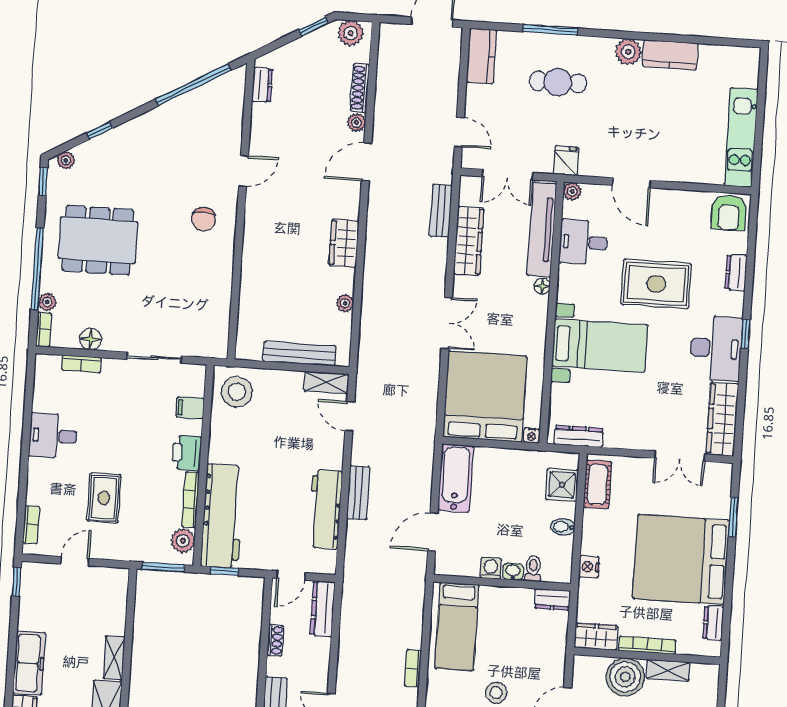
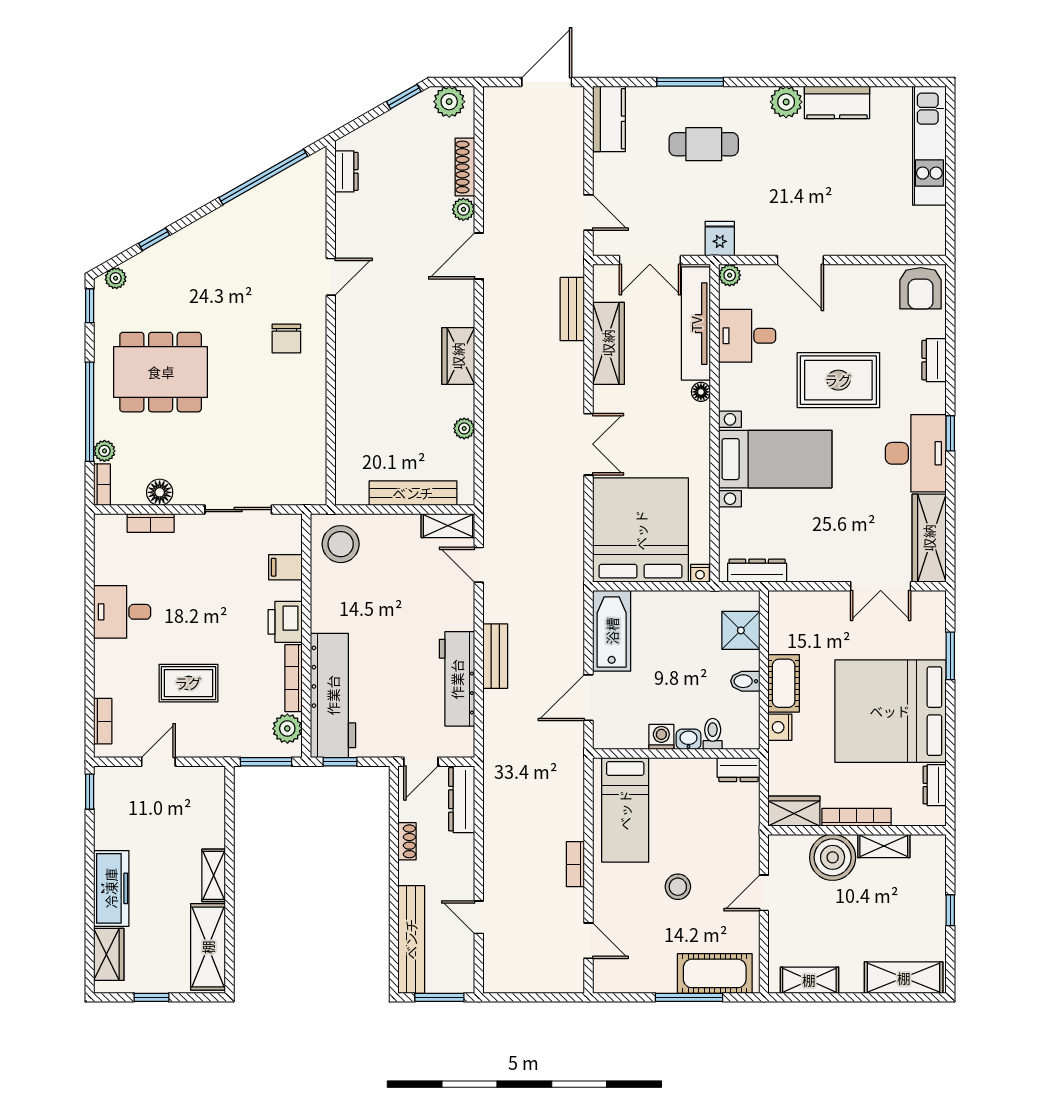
kitchen unit: (741, 137) -> (929, 146), moved
cot: (597, 484) -> (784, 683), moved
rug: (104, 498) -> (188, 683), turned 90

